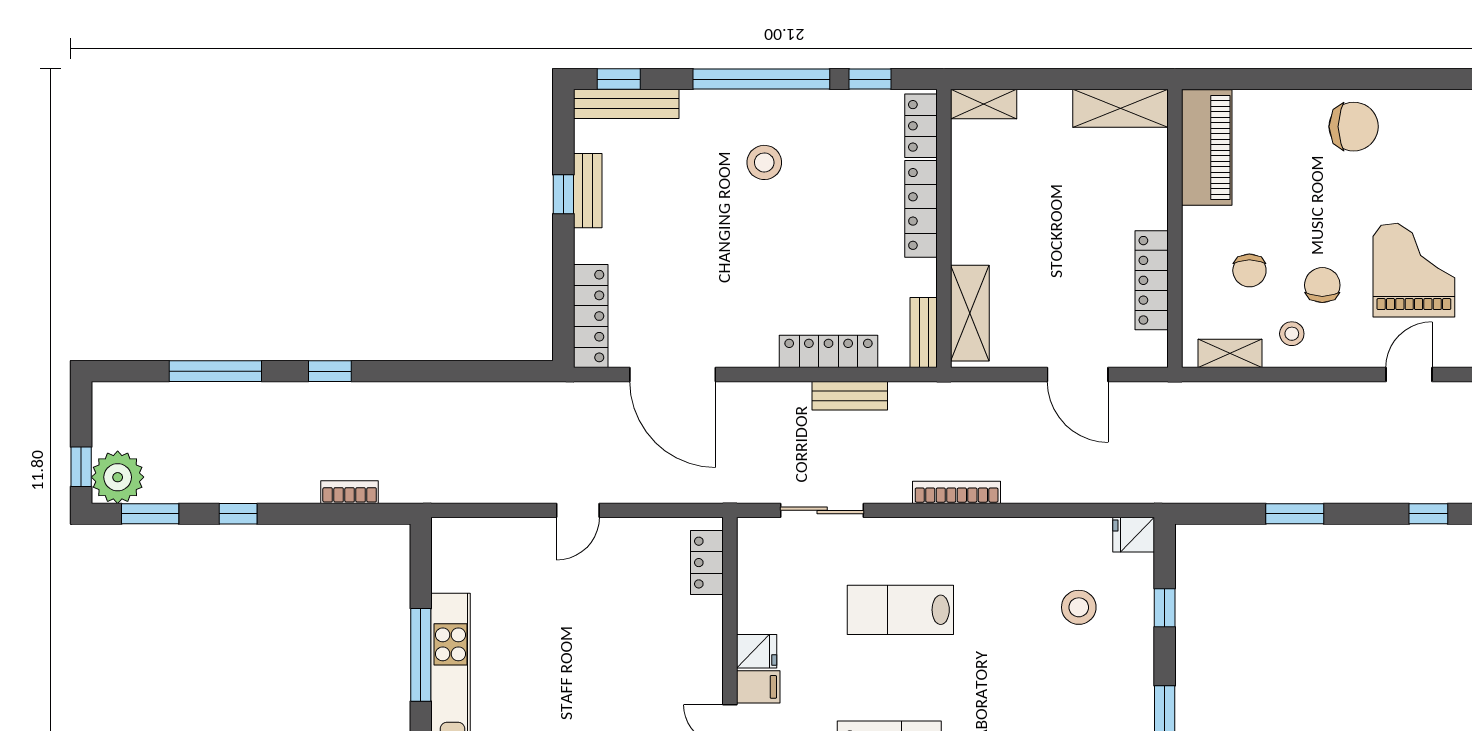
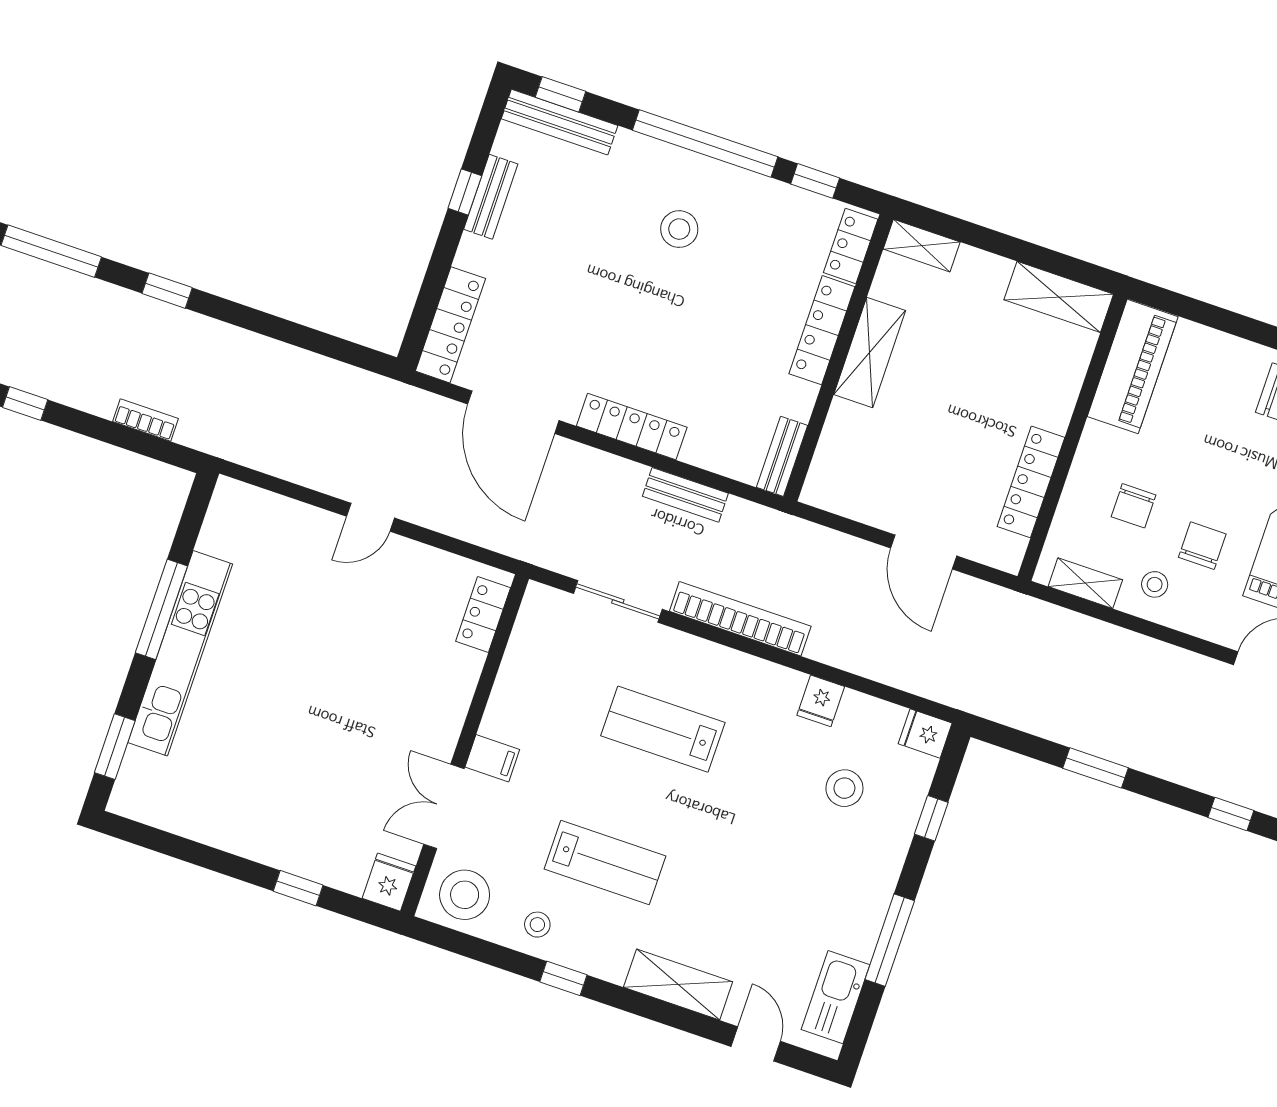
shelving: (970, 313) -> (870, 352), moved
locker: (829, 351) -> (632, 427), moved
bookcase: (957, 492) -> (740, 619), width x1.48, depth x1.31
fridge: (757, 651) -> (821, 701), moved, turned 90

